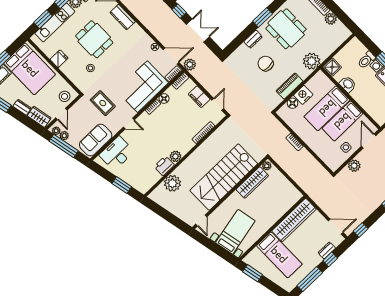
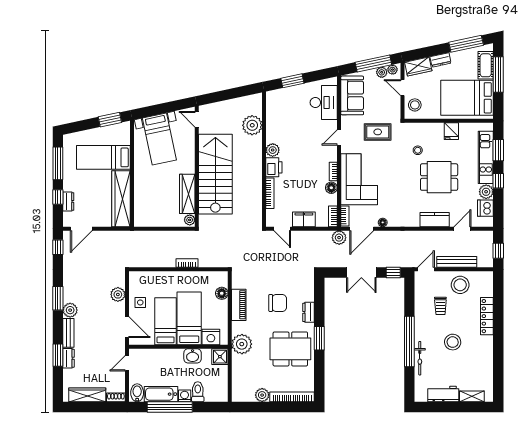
nightstand: (303, 95) -> (211, 337), moved, turned 90
printer: (164, 166) -> (274, 167), moved

